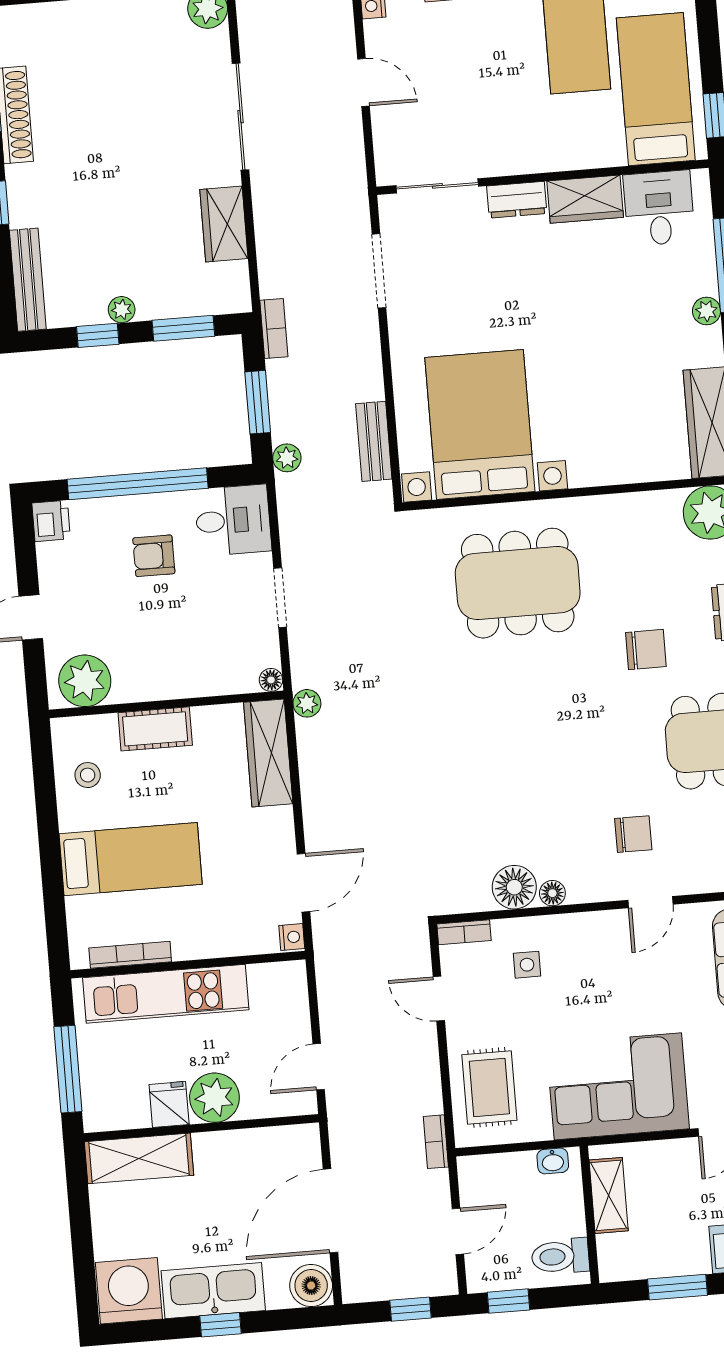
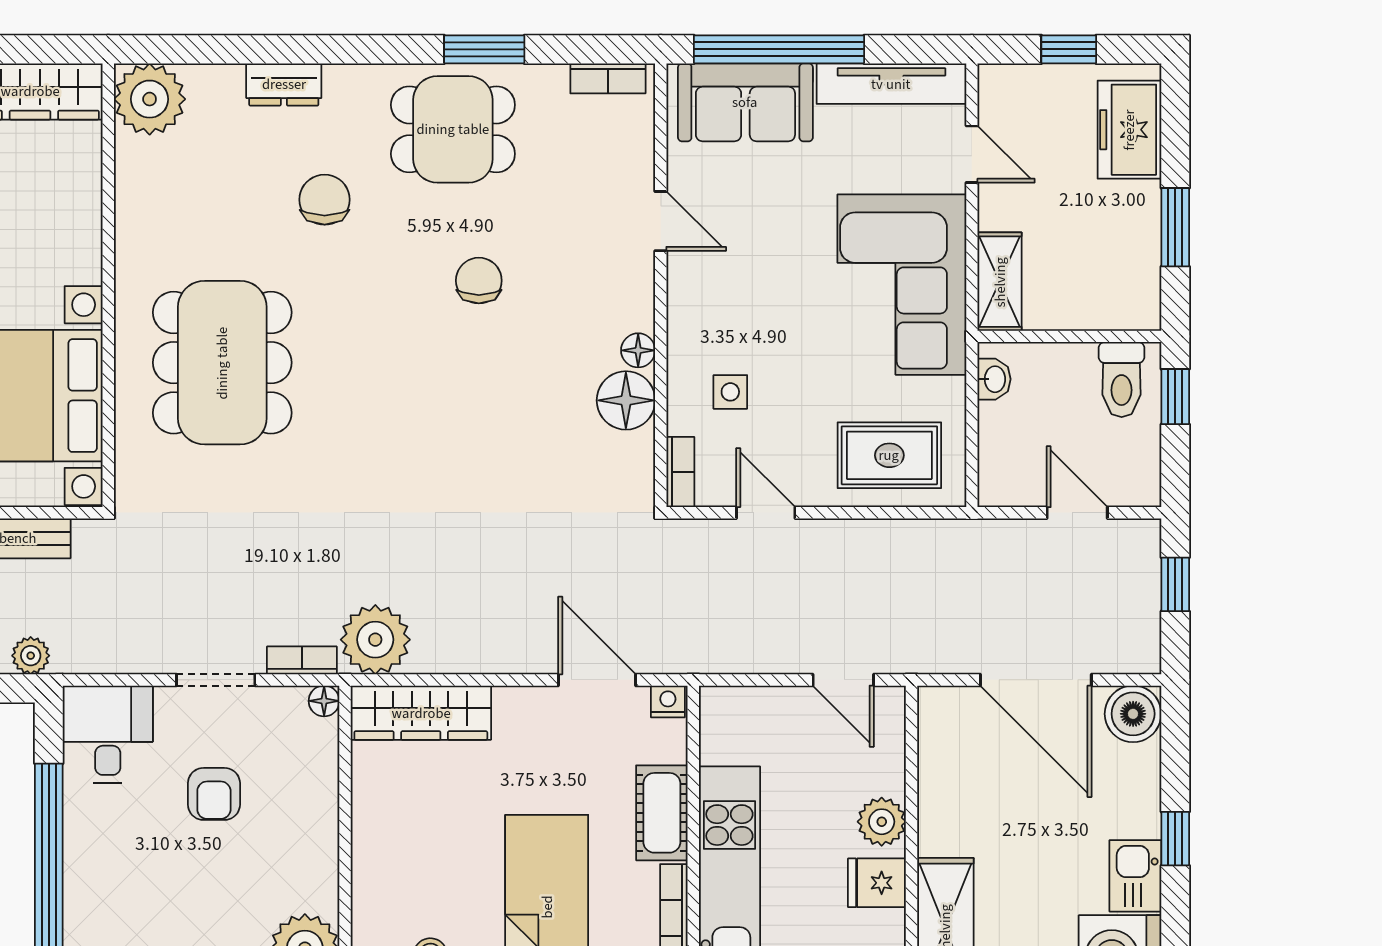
armchair: (154, 556) -> (214, 794), moved
plant: (307, 703) -> (375, 640), width x1.88, depth x1.88
cot: (155, 729) -> (662, 813), moved
chair: (633, 834) -> (479, 281), moved
door: (439, 999) -> (766, 513), swing flipped
plant: (214, 1098) -> (882, 822), width x0.73, depth x0.73
bookcase: (436, 1142) -> (302, 660), moved, turned 180
shelving: (609, 1195) -> (1000, 282), moved, turned 90
kitchen sink: (213, 1291) -> (1135, 876), width x0.53, depth x0.81
window: (508, 1301) -> (1175, 397), moved

